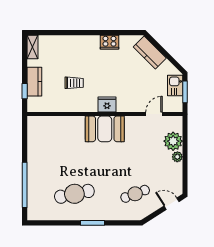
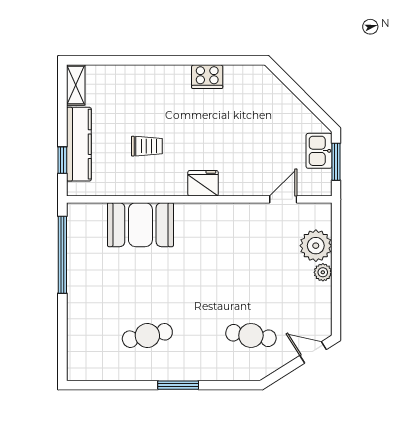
kitchen counter: (150, 52) -> (276, 94), removed
kitchen counter: (34, 82) -> (79, 144), width x1.50
booth: (105, 129) -> (140, 225), moved
window: (25, 185) -> (62, 255), moved
cafe table: (74, 194) -> (147, 335), width x0.73, depth x0.74
cafe table: (135, 194) -> (251, 335), turned 30

